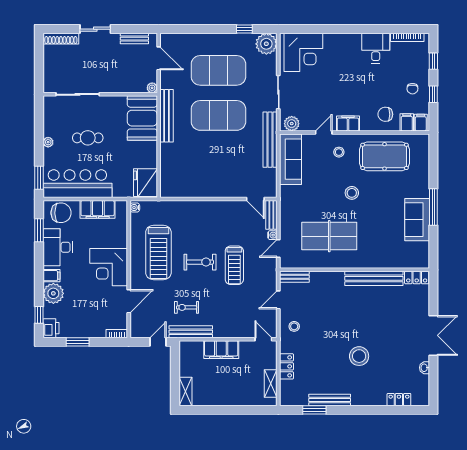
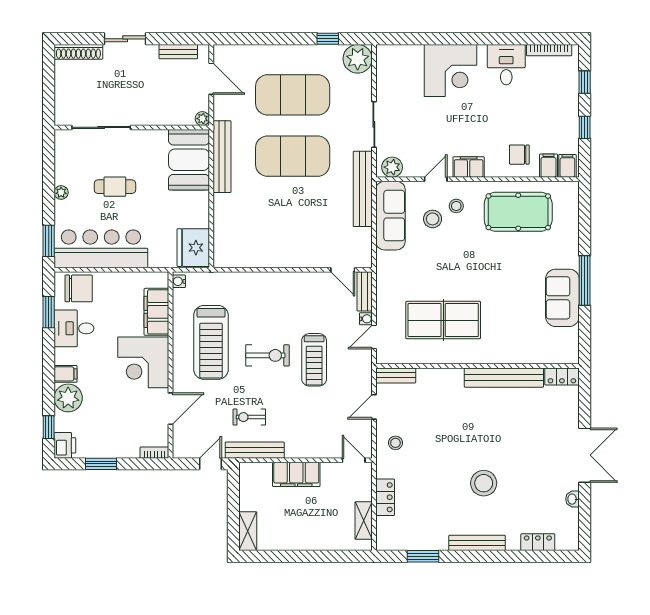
corner desk: (303, 52) -> (450, 71), moved
chair: (412, 89) -> (556, 120), removed
stool: (352, 193) -> (433, 219), moved
filing cabinet: (98, 209) -> (156, 312), moved, turned 90
desk: (58, 247) -> (74, 328), width x0.73
bench: (330, 400) -> (477, 543), moved

